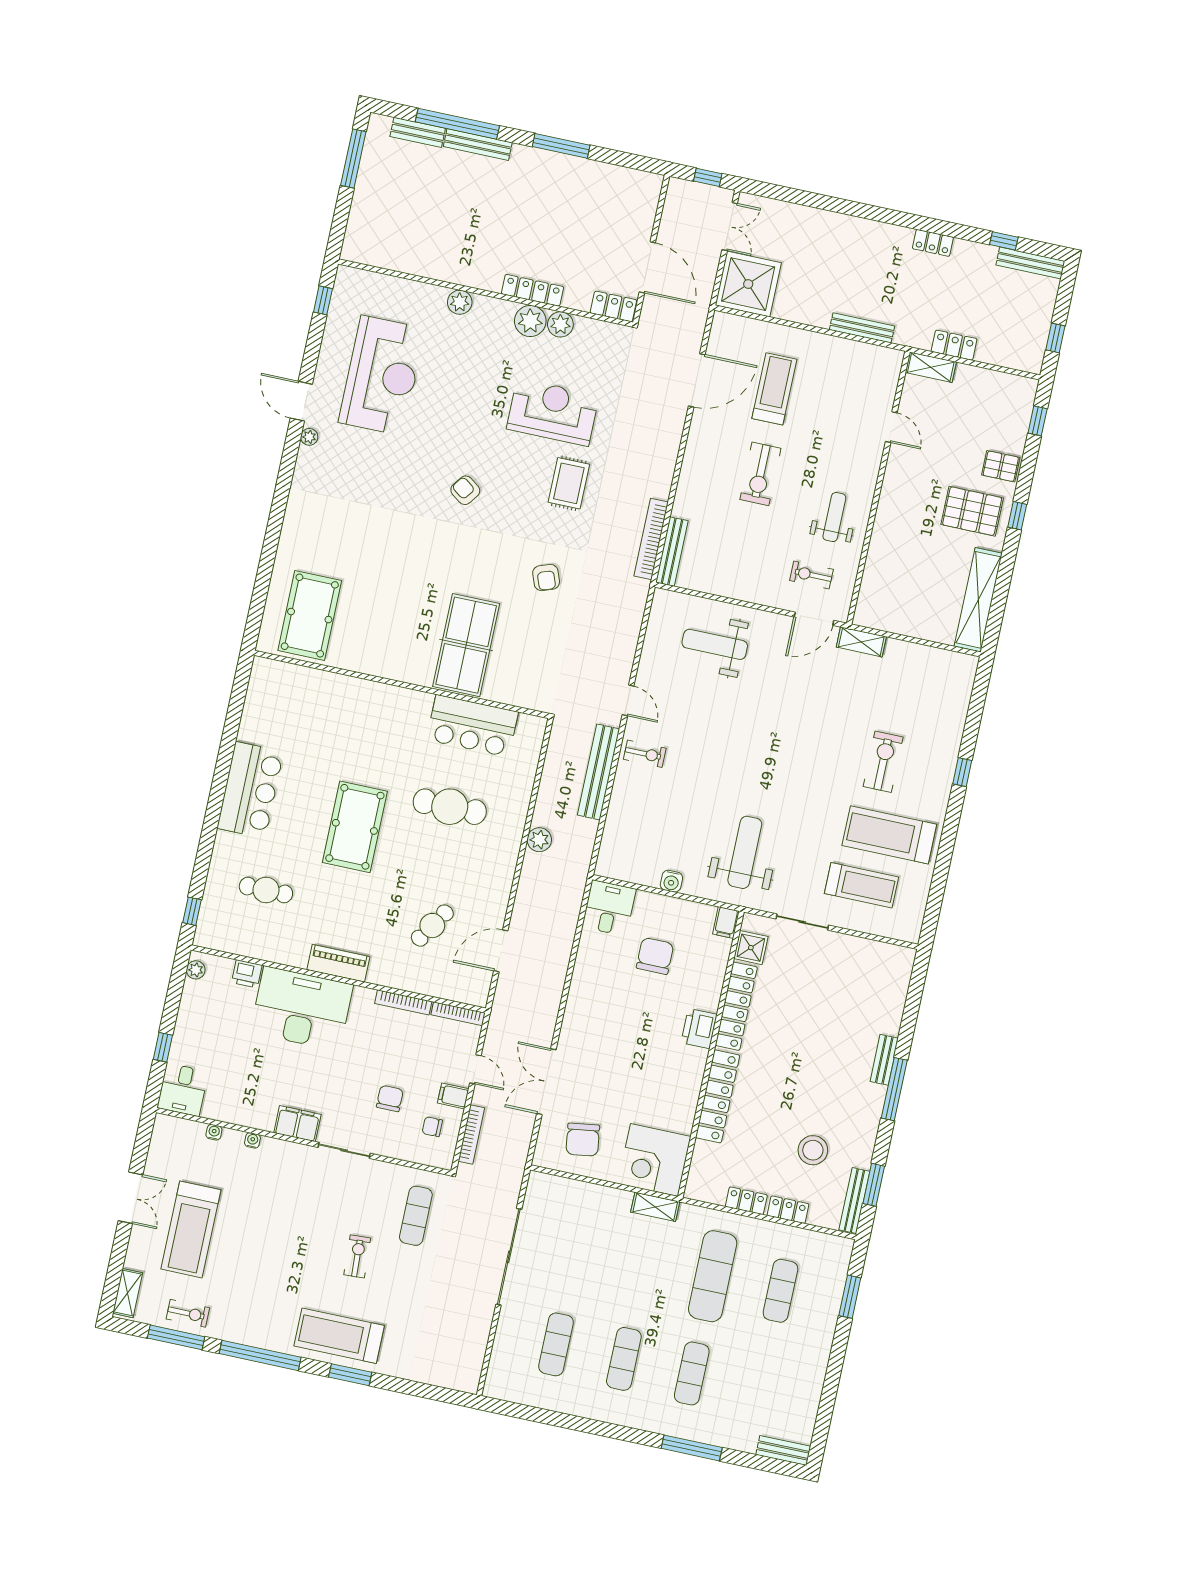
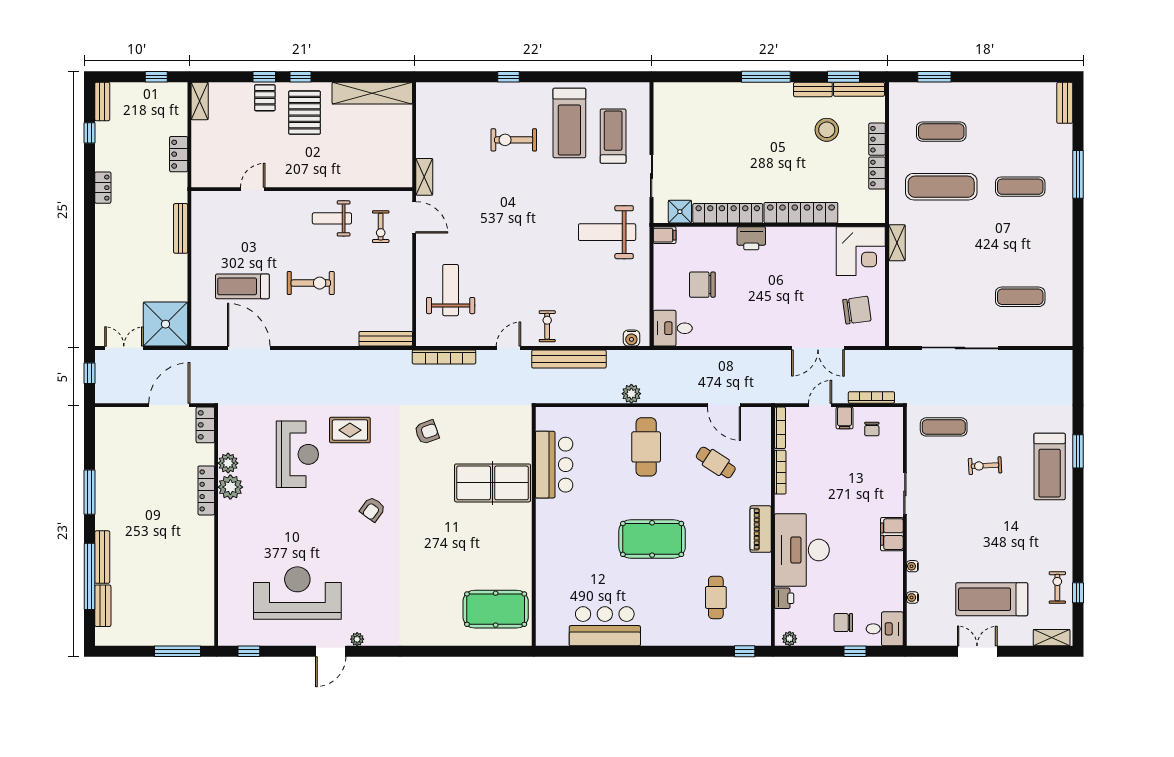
window: (353, 159) -> (178, 651), moved
bench: (1030, 263) -> (102, 102), width x0.73
plant: (460, 302) -> (228, 545), removed
shelving: (931, 367) -> (200, 101), moved
reception desk: (553, 412) -> (297, 454), turned 180
window: (1038, 421) -> (264, 77), moved
bookcase: (651, 539) -> (444, 357), moved
weight bench: (715, 644) -> (451, 290), turned 180
bar counter: (250, 790) -> (605, 626), moved
cafe table: (450, 807) -> (646, 447), moved
water cooler: (671, 881) -> (631, 338), moved, turned 90
bench: (884, 1060) -> (813, 89), moved
chair: (390, 1098) -> (843, 623), moved
treadmill: (191, 1229) -> (992, 599), turned 180
window: (176, 1337) -> (1078, 593), width x0.46
window: (260, 1355) -> (1078, 525), removed
exercise mat: (624, 1359) -> (1020, 242), removed

